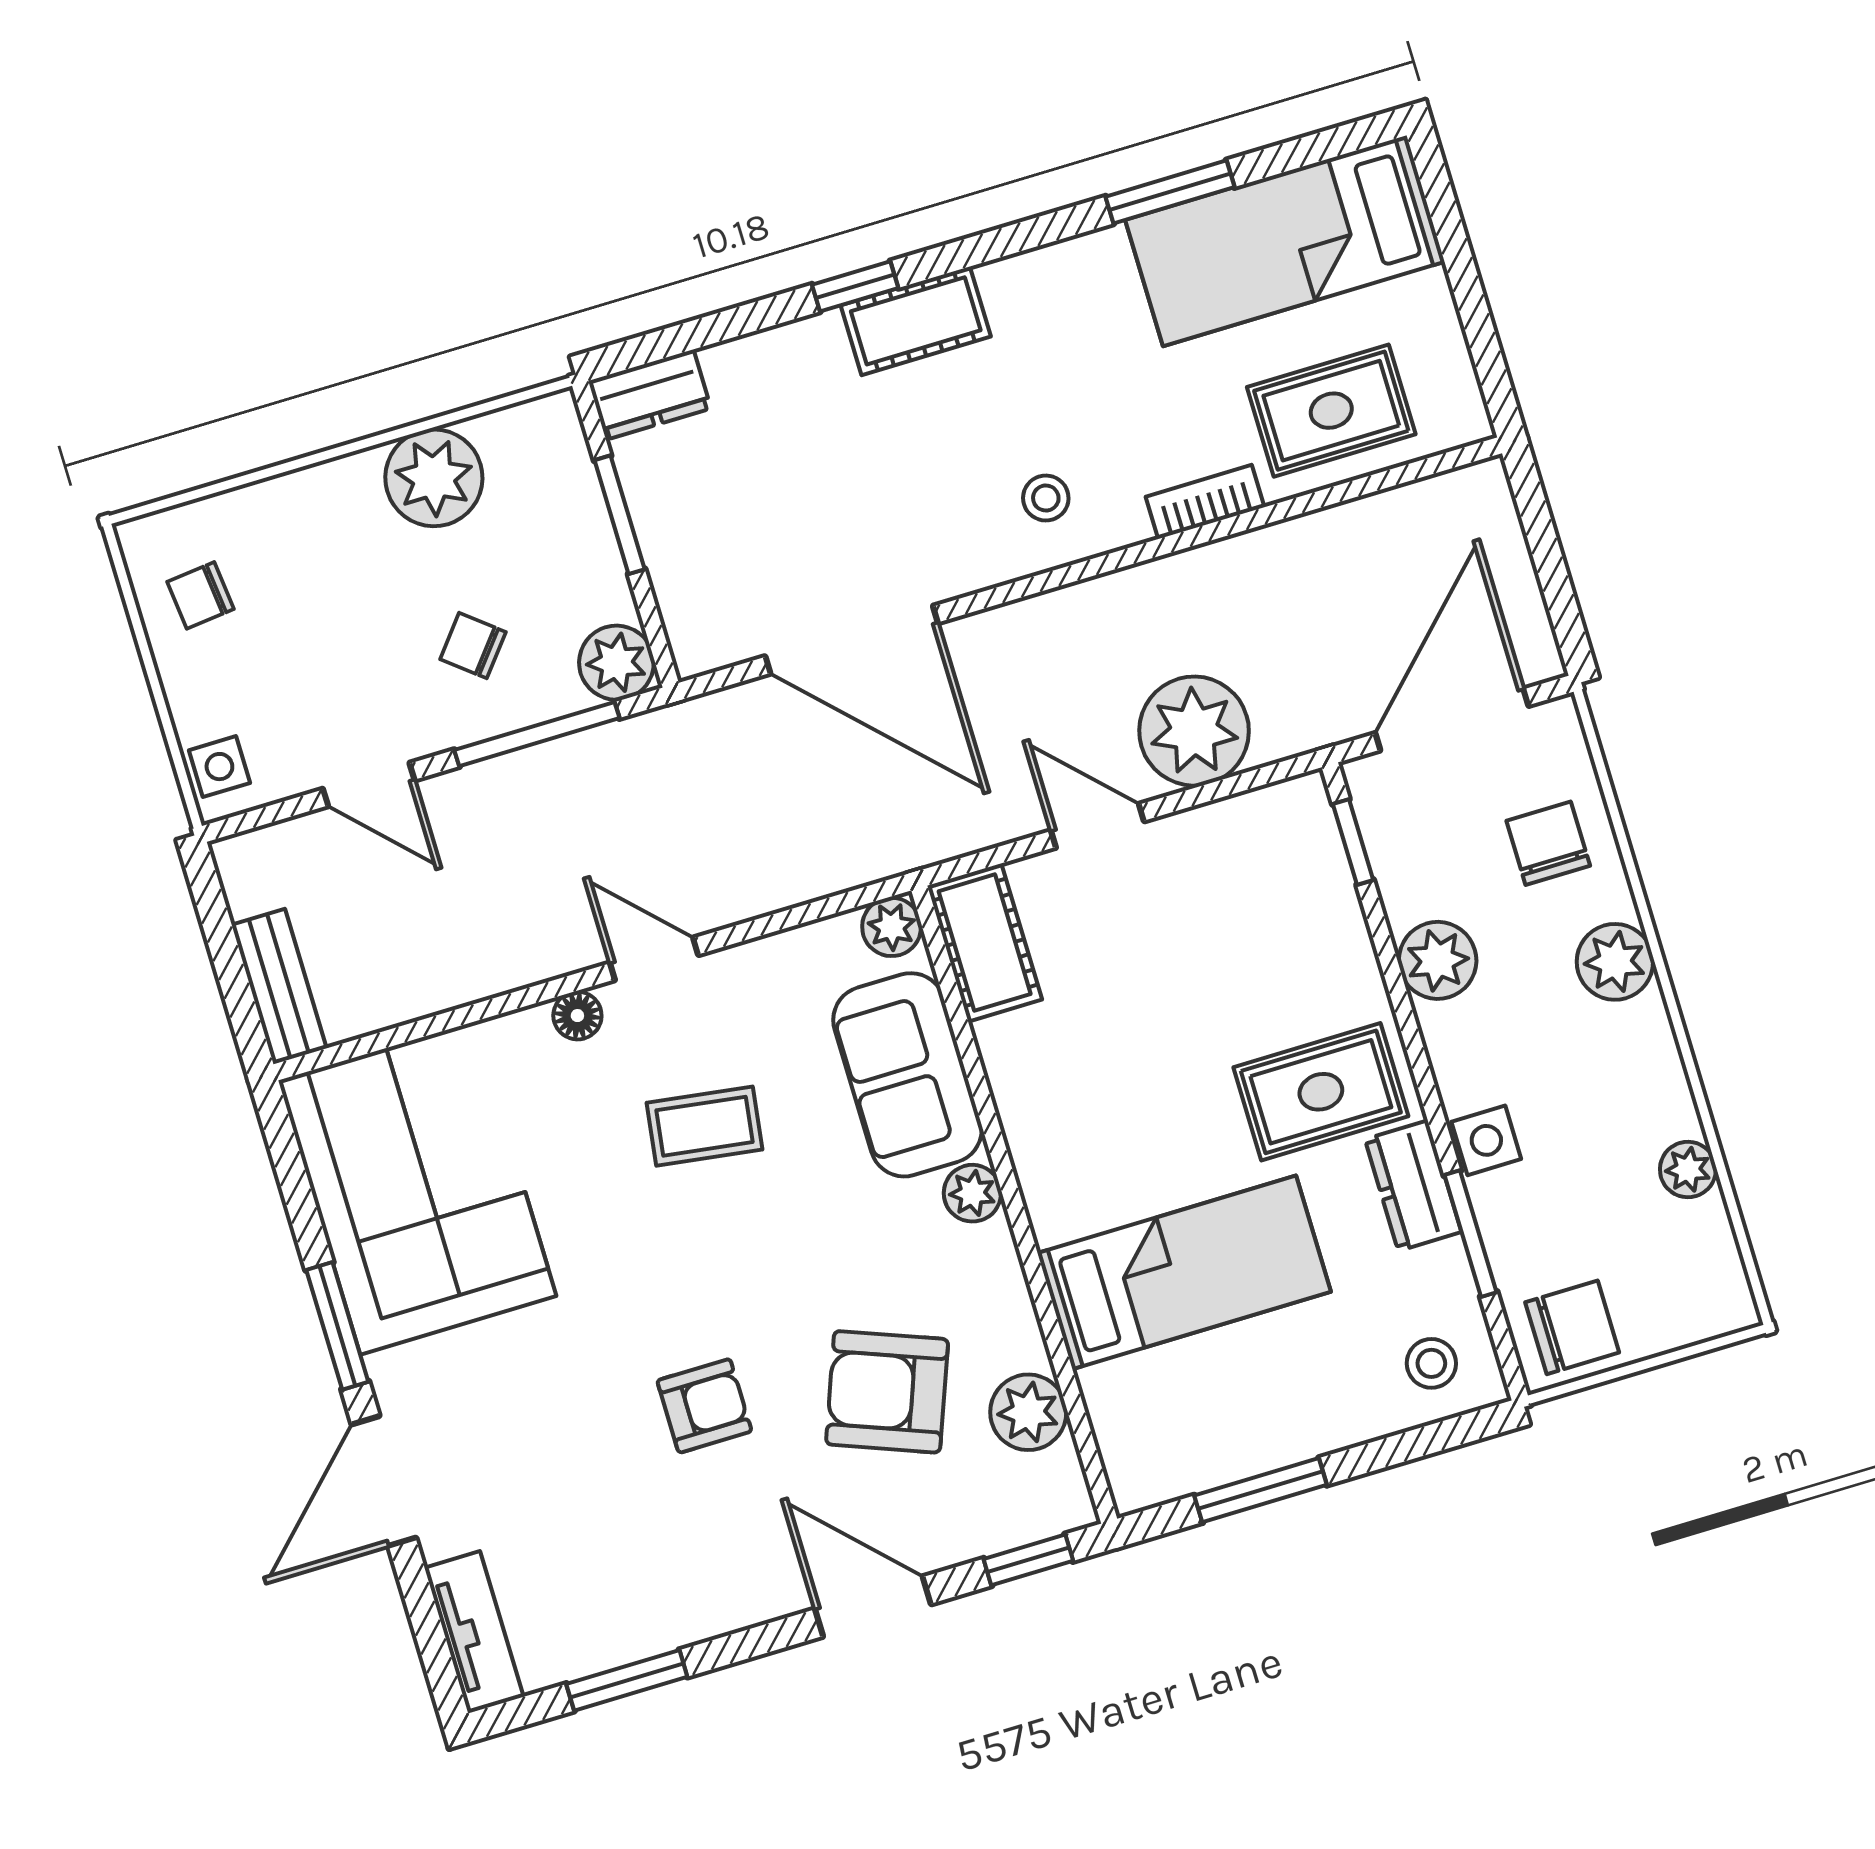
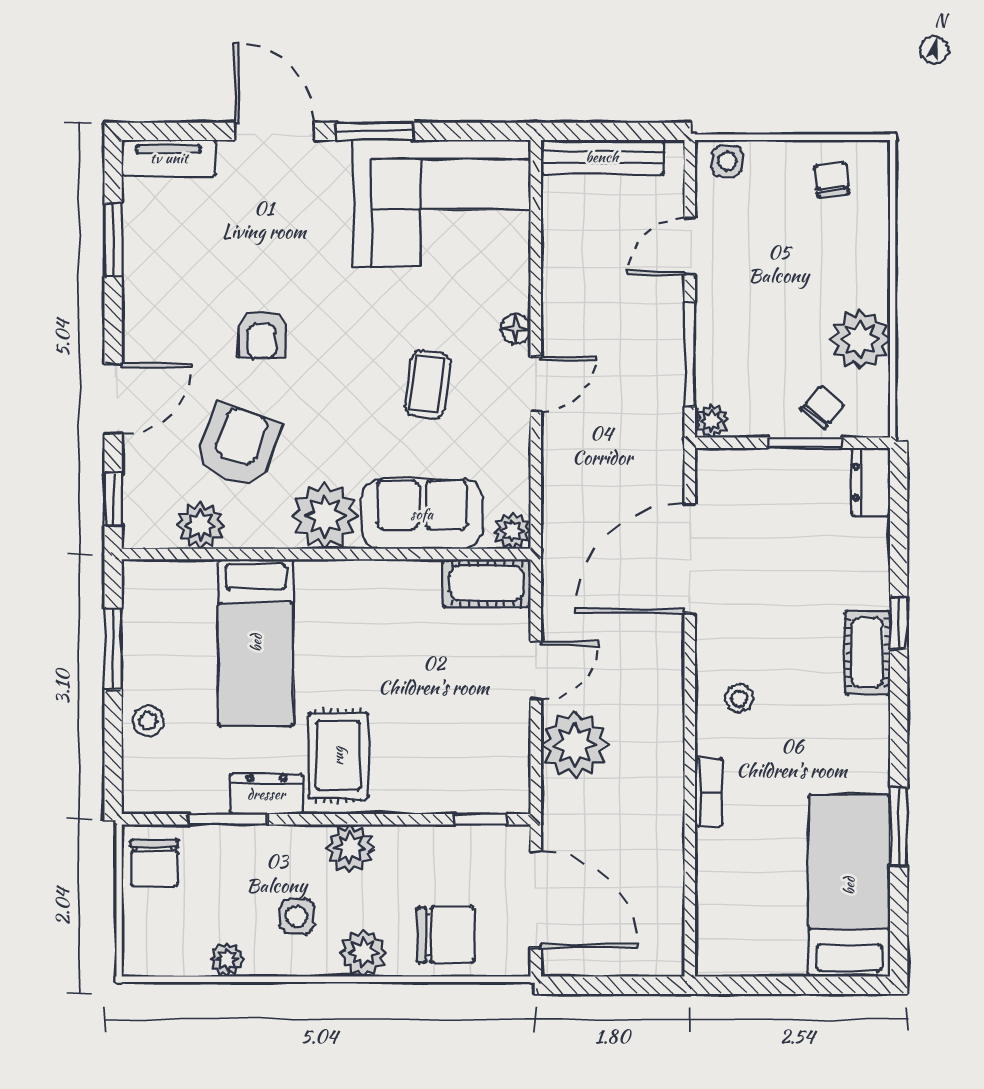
rug: (1331, 411) -> (740, 883), removed
chair: (473, 646) -> (822, 407), moved
plant: (616, 663) -> (712, 421), width x0.73, depth x0.73
chair: (1548, 843) -> (445, 935), width x1.37, depth x1.37
plant: (1438, 960) -> (350, 848), moved
bench: (279, 987) -> (602, 157), width x1.36
side table: (1486, 1140) -> (297, 916), moved
plant: (972, 1193) -> (325, 516), width x1.88, depth x1.88
stool: (1431, 1363) -> (148, 721), moved

